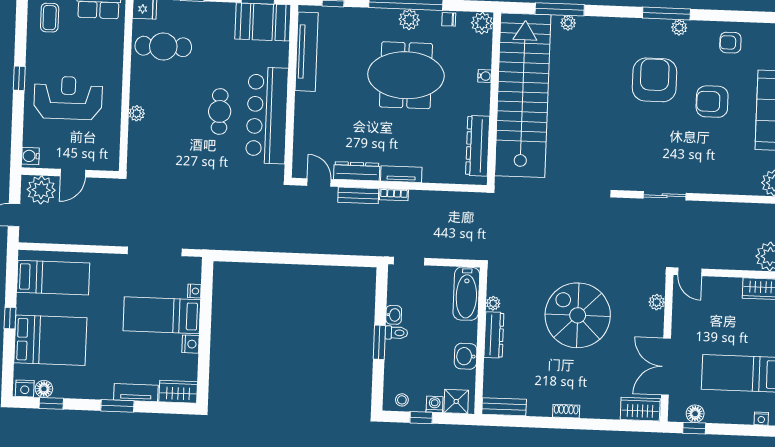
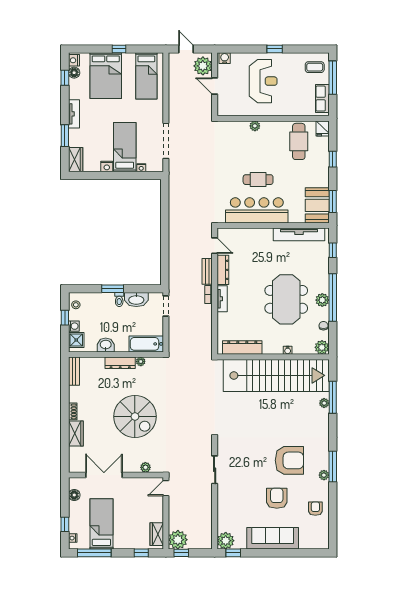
door: (319, 182) -> (215, 246), hinge flipped
washbasin: (394, 315) -> (136, 300), width x1.91, depth x1.45
spiral stairs: (578, 315) -> (135, 417), turned 90
tv unit: (136, 393) -> (74, 114), moved
window: (117, 406) -> (65, 136), moved
wardrobe: (640, 409) -> (76, 434), moved
window: (694, 428) -> (65, 524), moved

